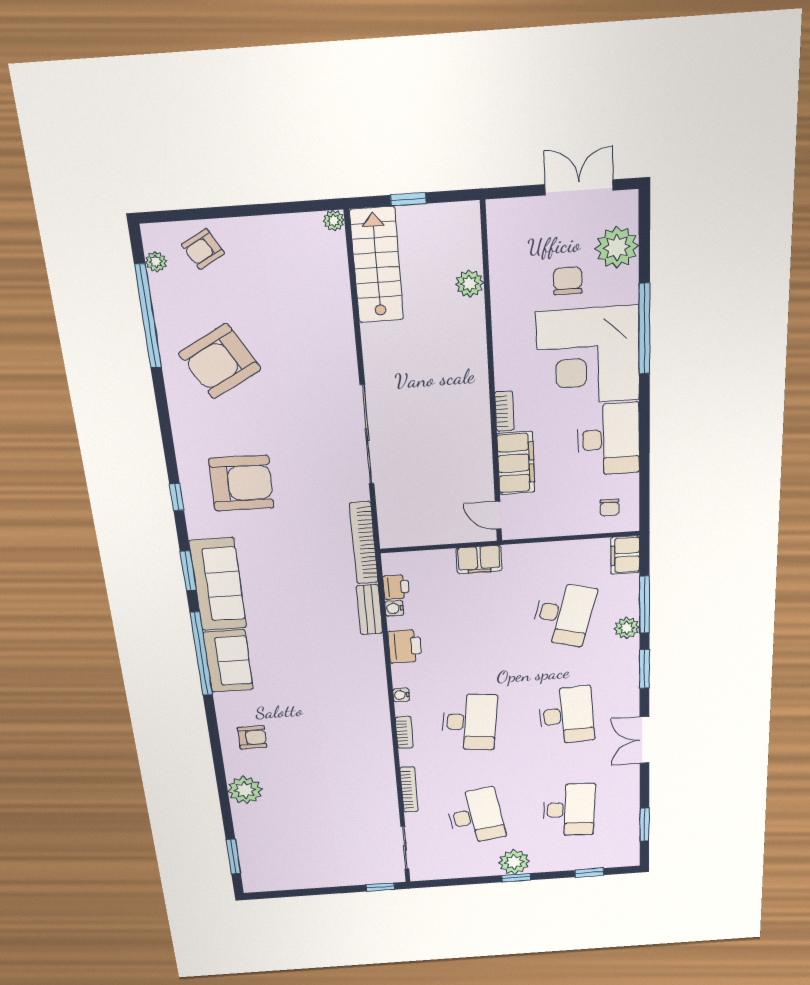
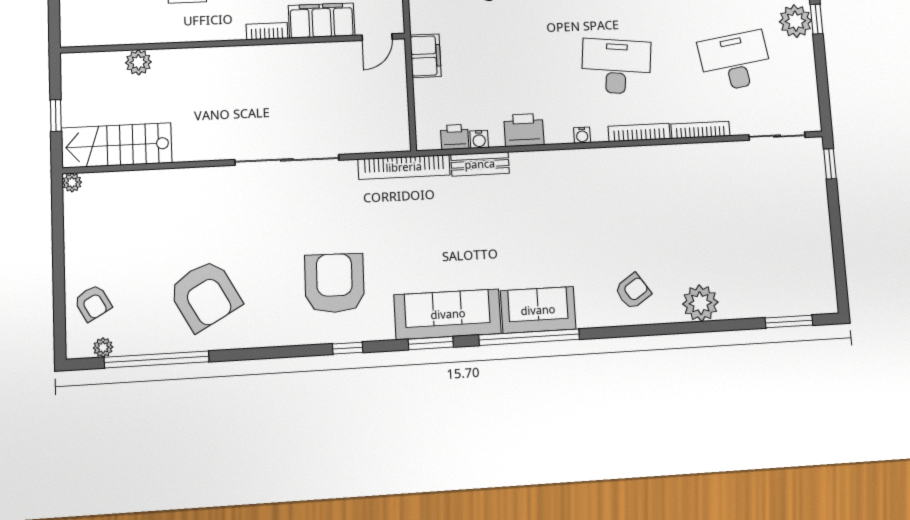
bookcase: (404, 732) -> (639, 132), width x1.56
armchair: (252, 737) -> (633, 291), turned 56

